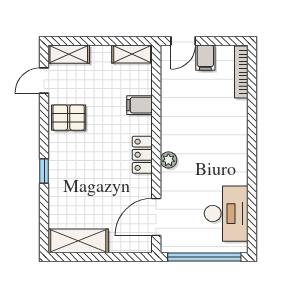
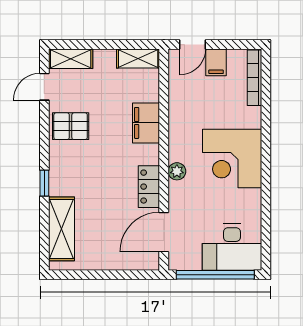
filing cabinet: (140, 105) -> (146, 123), width x2.00
corner desk: (220, 148) -> (232, 159), added
locker: (142, 155) -> (149, 187), moved
desk: (226, 214) -> (232, 247), moved, turned 90
shelving: (78, 241) -> (62, 229), moved, turned 90

